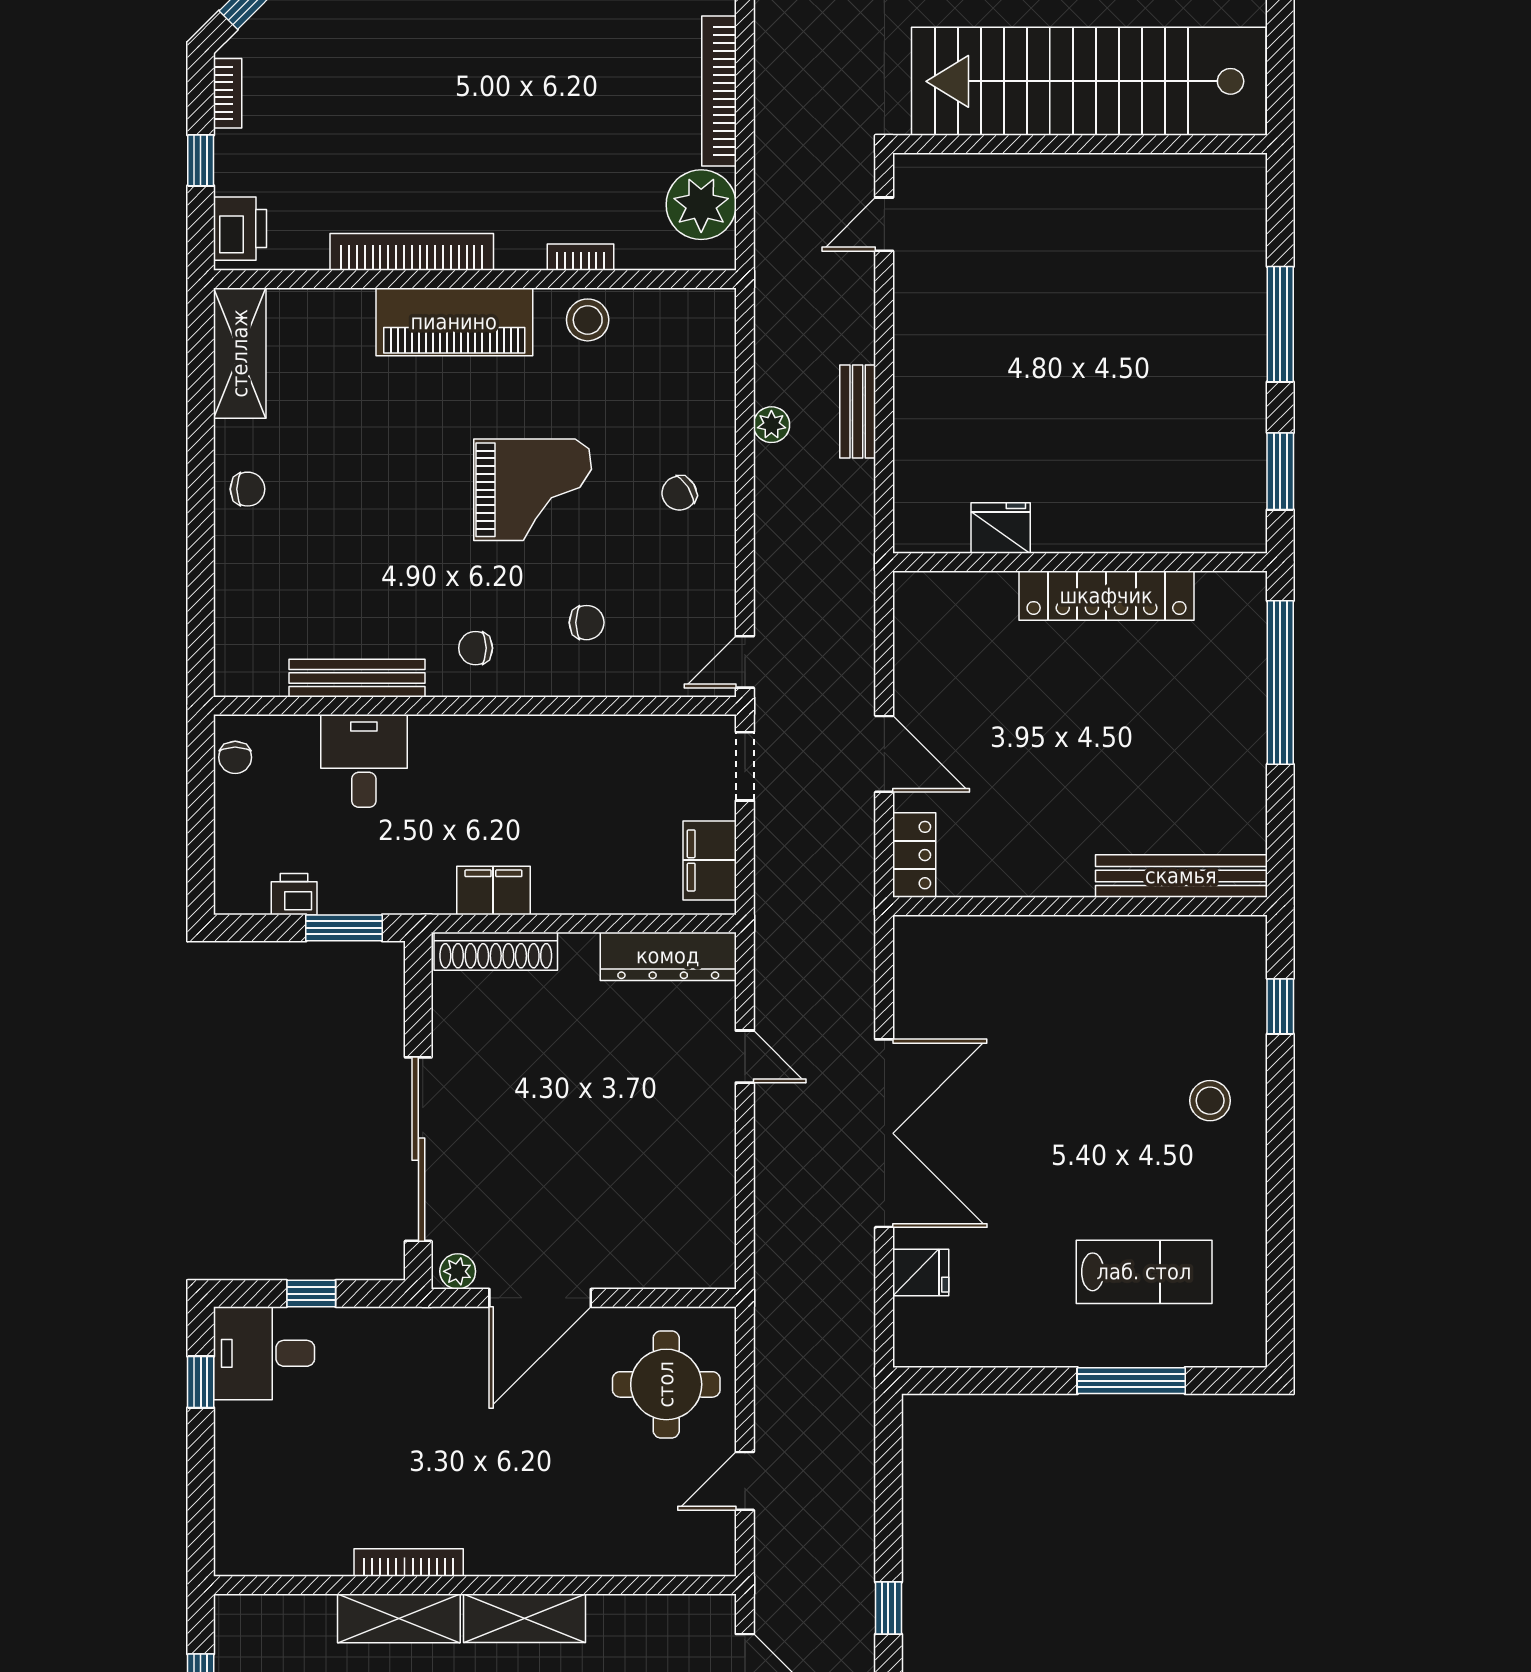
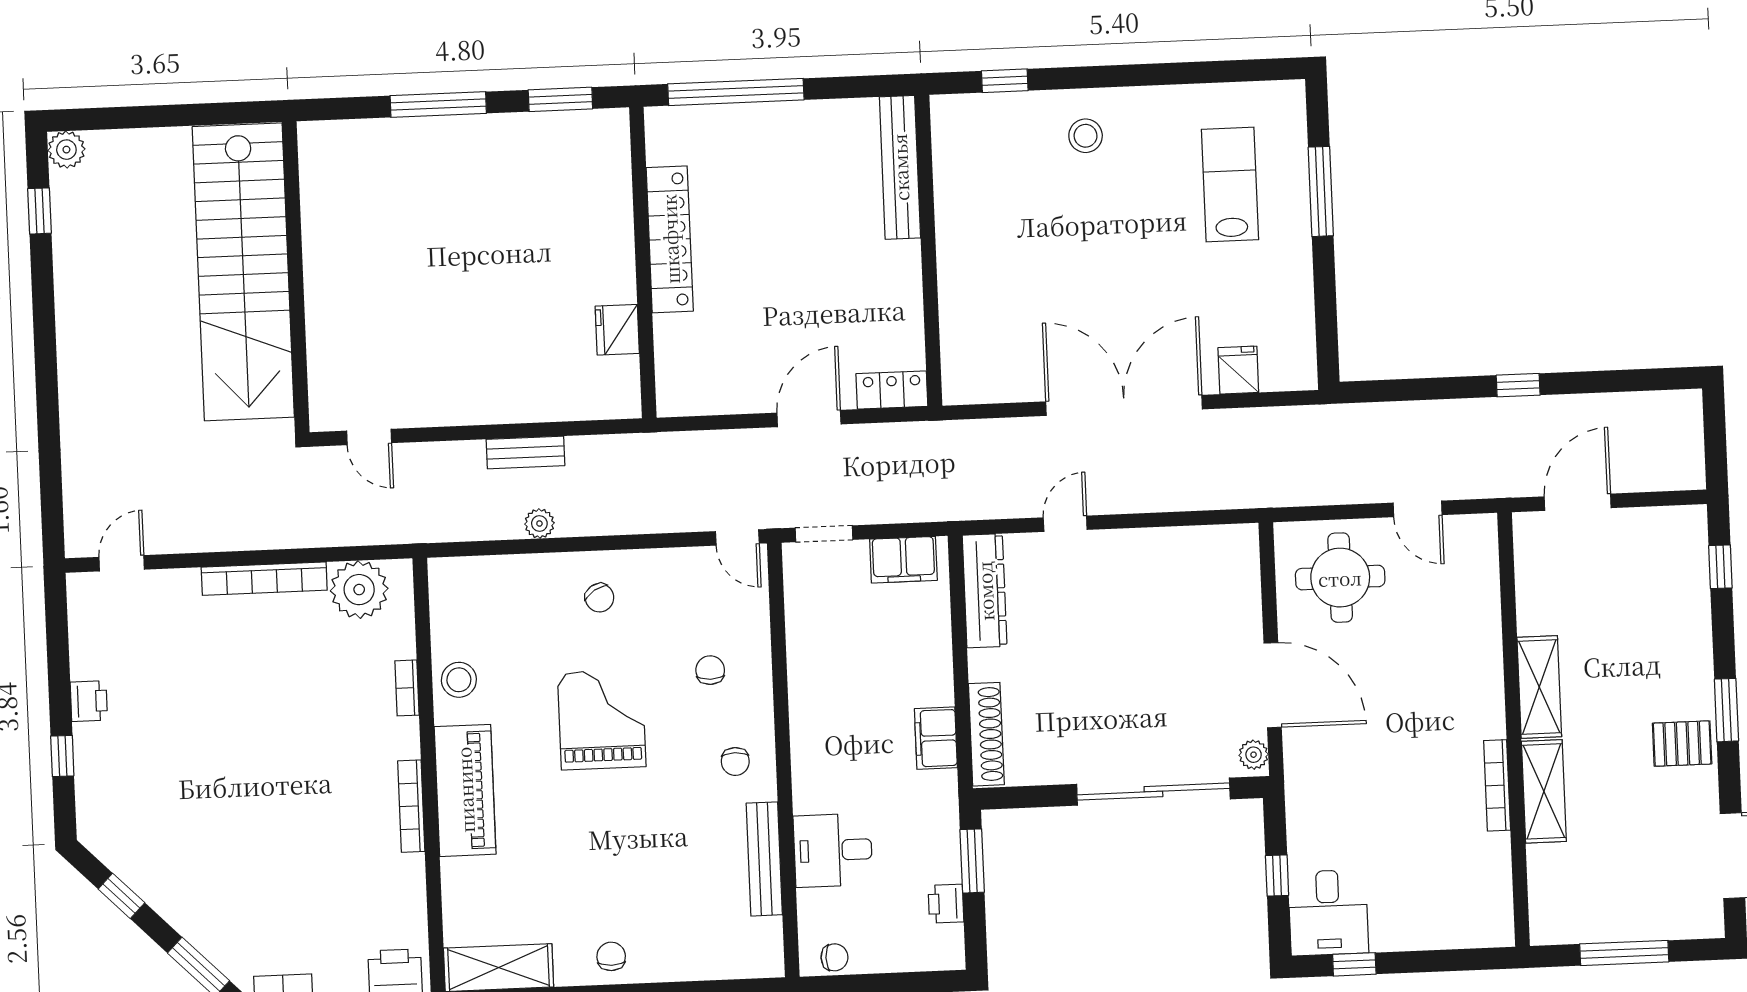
bookcase: (412, 252) -> (411, 806), width x0.68, depth x0.76

